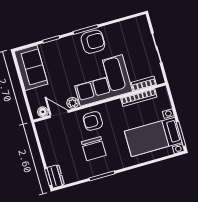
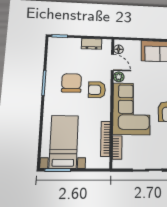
door: (59, 114) -> (112, 62), hinge flipped
armchair: (93, 121) -> (97, 90), turned -90
chair: (94, 149) -> (72, 83), turned 90
dresser: (56, 176) -> (92, 44), moved

